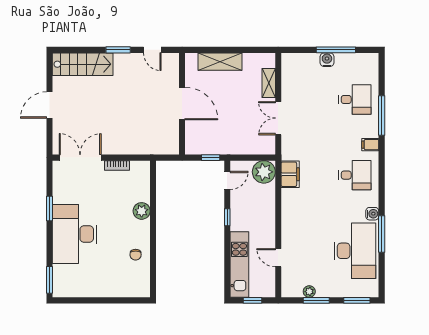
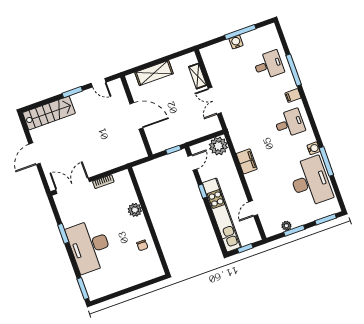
filing cabinet: (290, 174) -> (247, 161), moved
door: (278, 258) -> (253, 208), hinge flipped
kitchen unit: (239, 264) -> (222, 215), width x1.36

